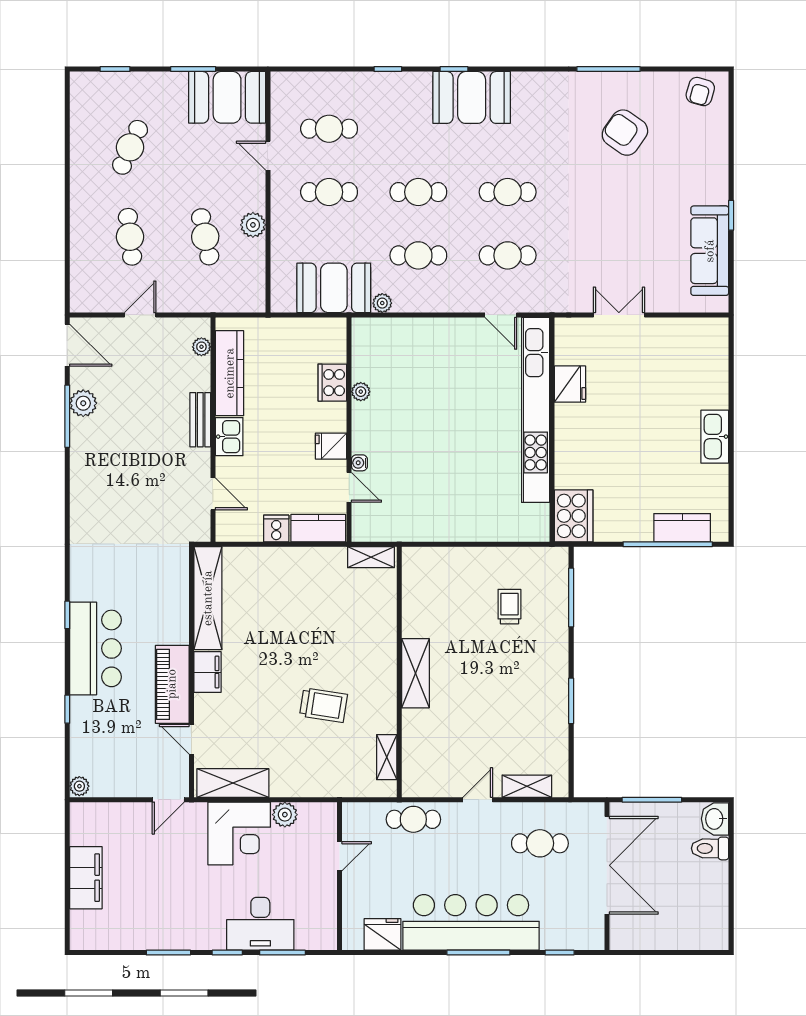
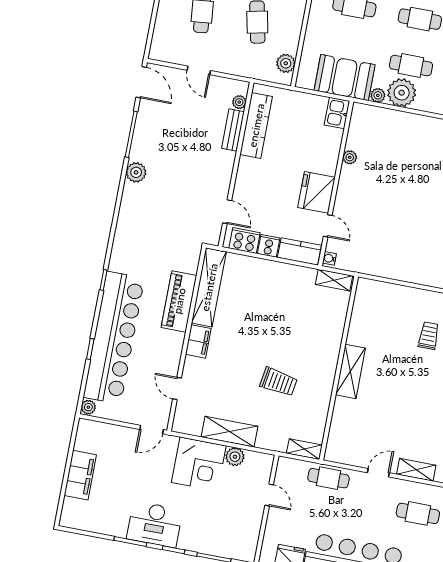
plant: (253, 225) -> (286, 63), moved
plant: (413, 294) -> (402, 93), added
door: (140, 315) -> (199, 70), swing flipped
cooker: (332, 383) -> (245, 241), moved, turned 90
plant: (83, 403) -> (136, 172), moved
bench: (200, 420) -> (233, 130), moved
kitchen sink: (229, 437) -> (337, 113), moved, turned 180
fridge: (331, 446) -> (316, 192), width x1.88, depth x1.34
water cooler: (359, 463) -> (329, 258), moved
bar counter: (96, 648) -> (114, 338), width x1.86
piano: (172, 684) -> (179, 301), moved
shelving: (387, 757) -> (304, 449), moved, turned 90
shelving: (233, 783) -> (230, 432), moved
door: (340, 856) -> (269, 495), hinge flipped
desk: (260, 924) -> (155, 524), moved

